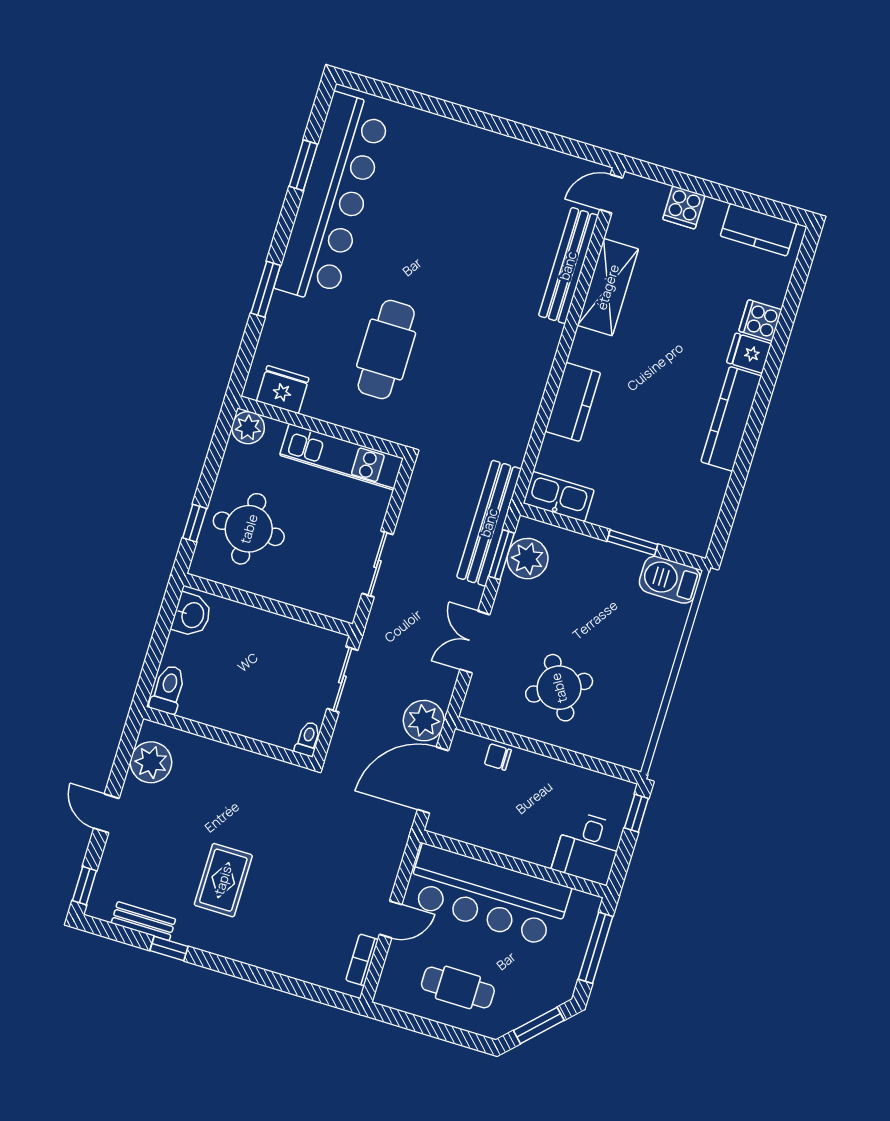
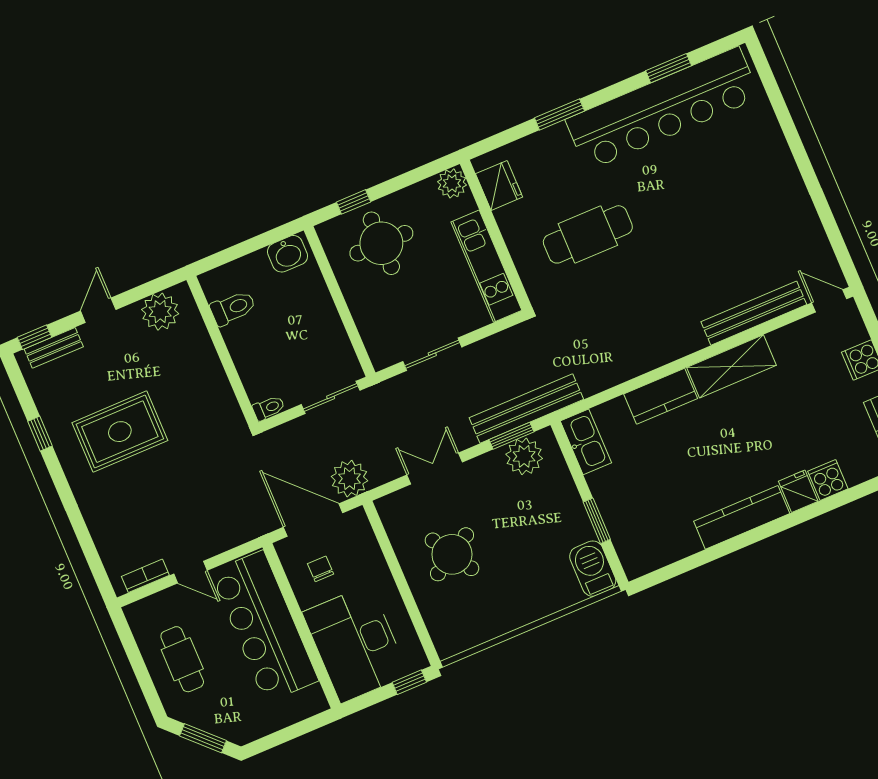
shelving: (608, 287) -> (732, 366), moved
toilet: (168, 689) -> (233, 308), moved
chair: (498, 757) -> (321, 569), moved
desk: (588, 848) -> (356, 644), width x1.87, depth x1.30
rug: (223, 880) -> (120, 432), width x1.36, depth x1.43
bench: (143, 921) -> (54, 348), moved, turned 90
window: (596, 948) -> (291, 732), removed

